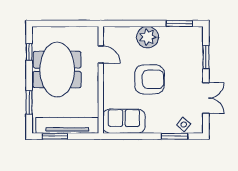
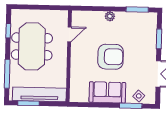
plant: (148, 37) -> (110, 16), width x0.53, depth x0.53
door: (101, 54) -> (69, 34), hinge flipped
window: (29, 102) -> (7, 74), width x1.44
sofa: (124, 121) -> (107, 92), moved

